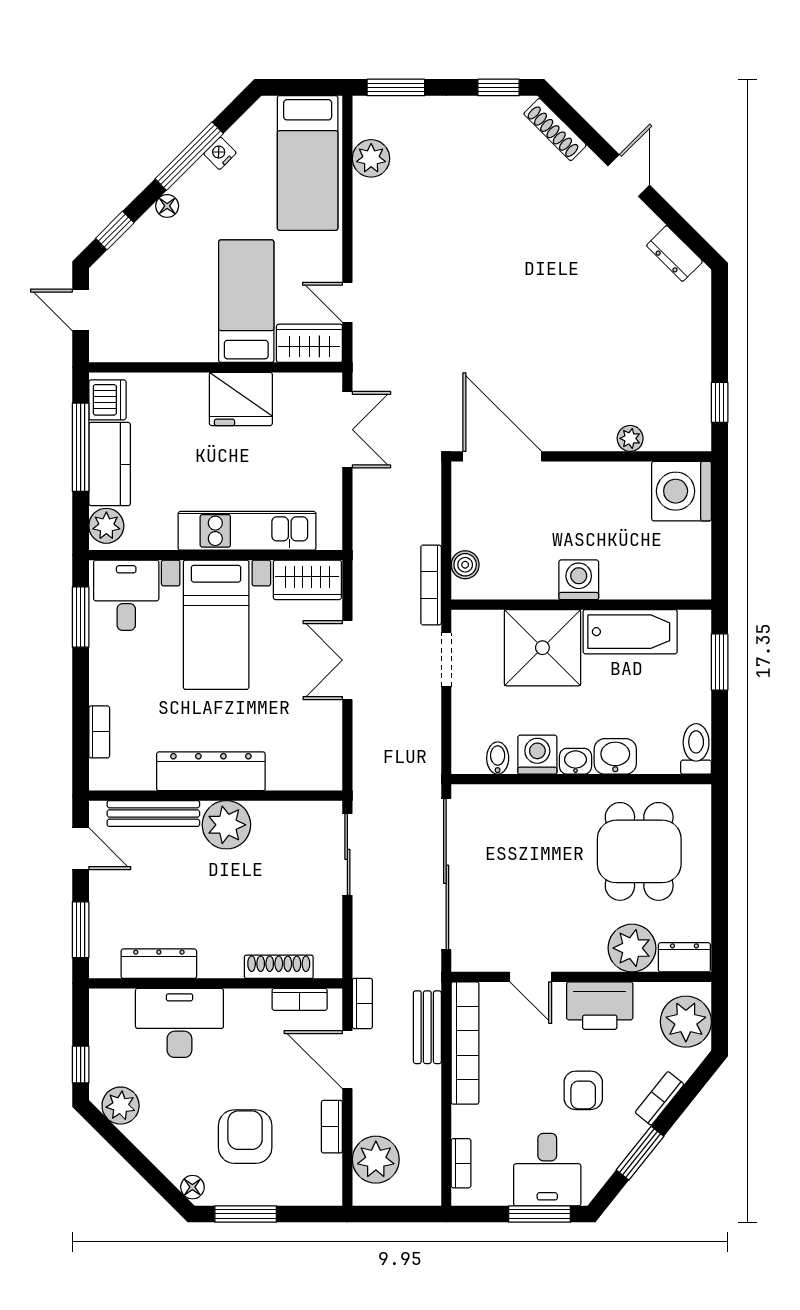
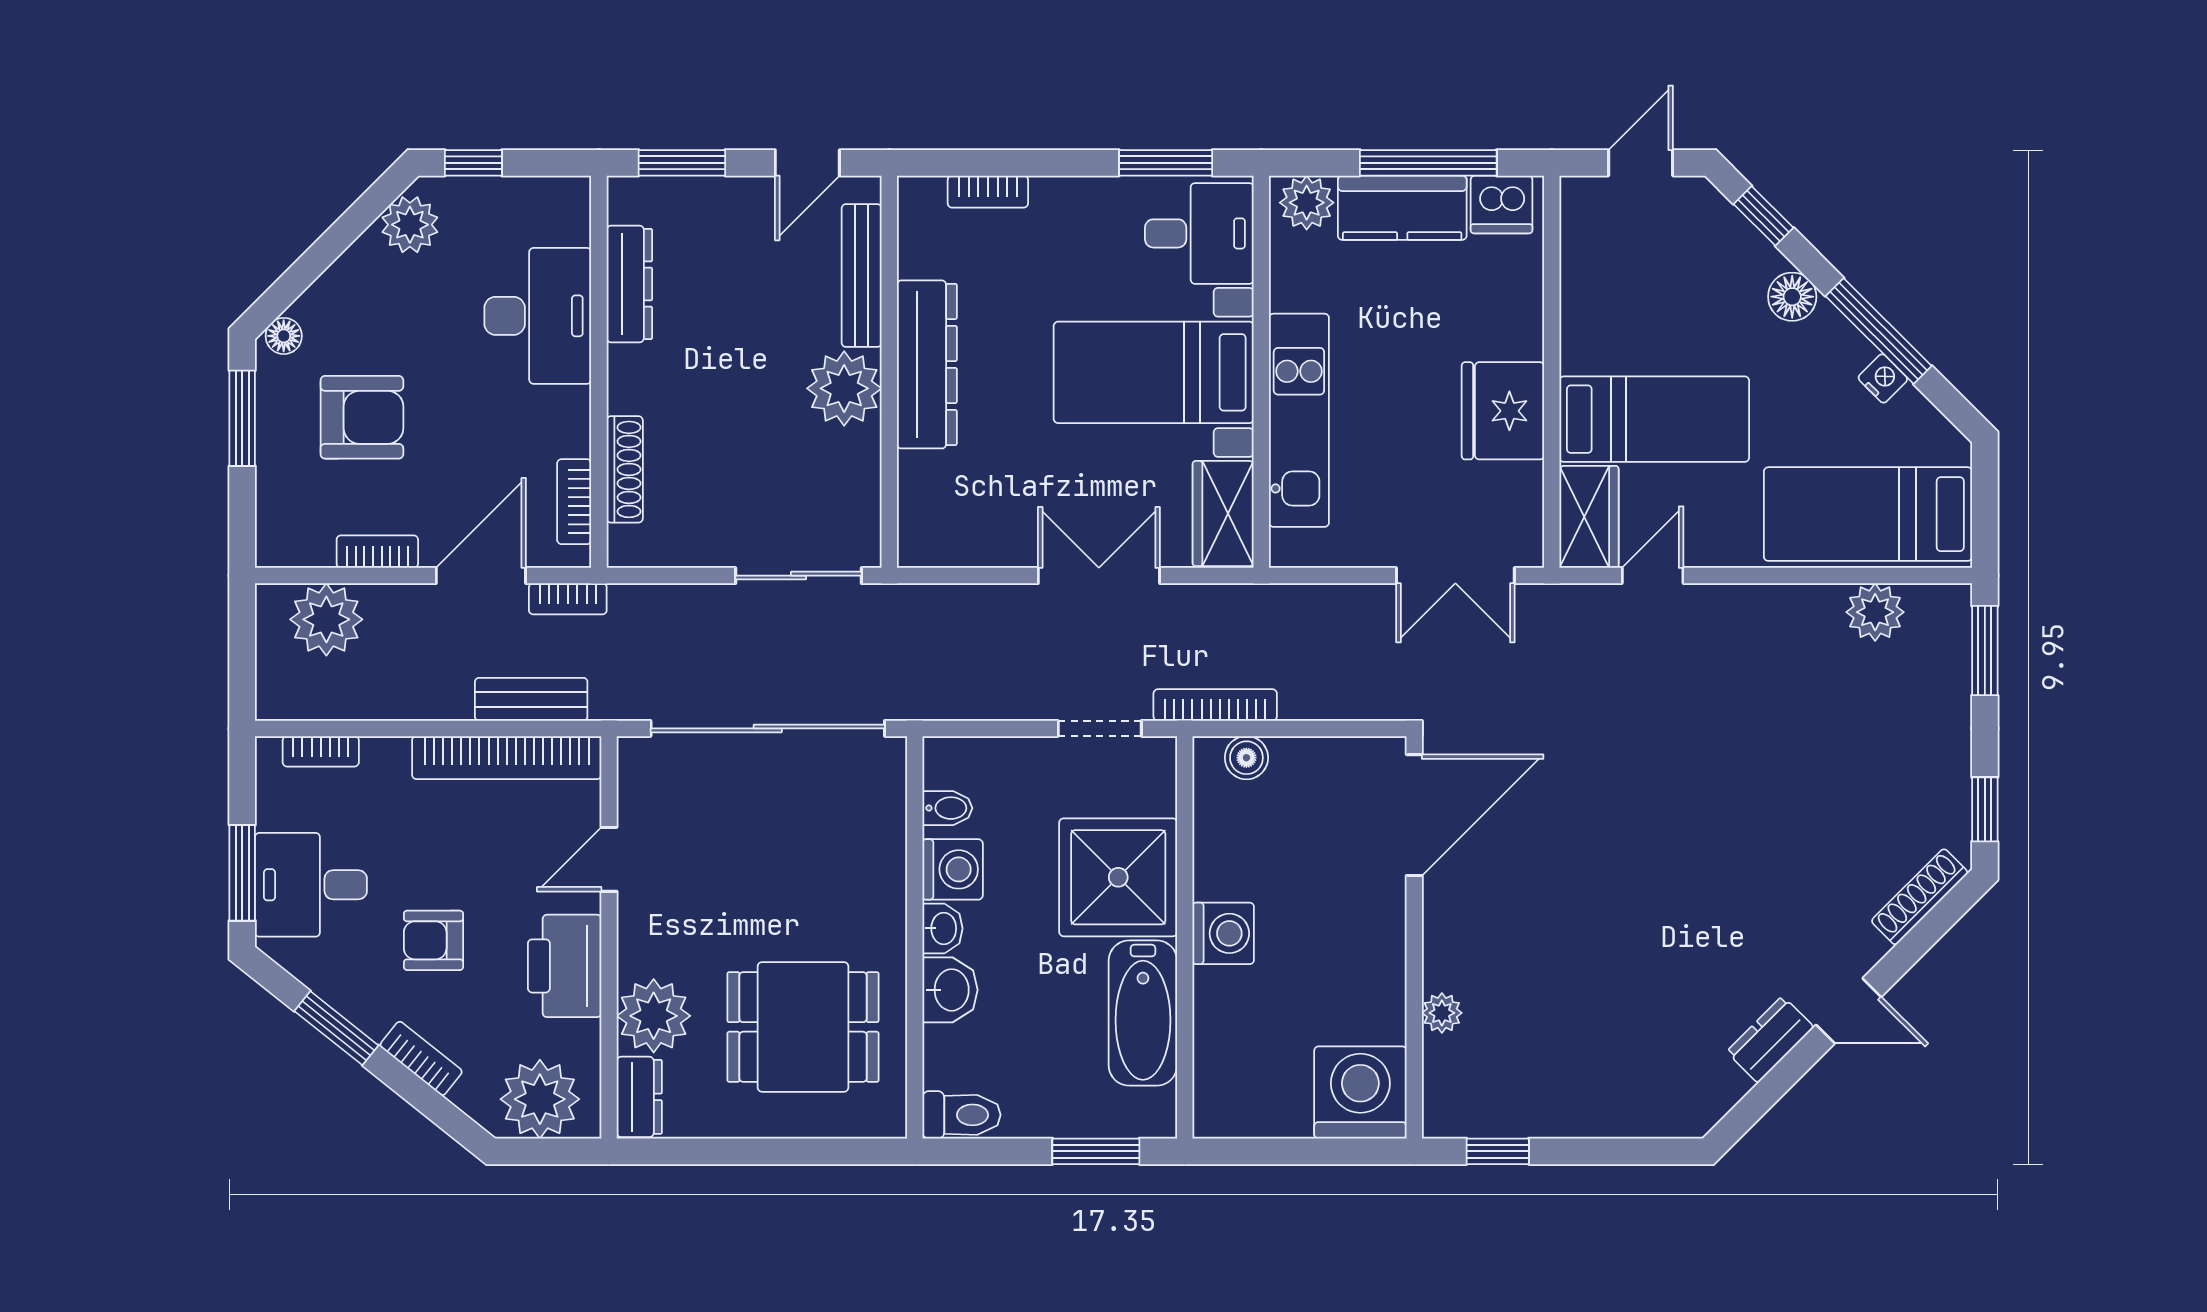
floor lamp: (167, 206) -> (1792, 297), width x1.37, depth x1.37
dresser: (675, 253) -> (1770, 1039), moved

